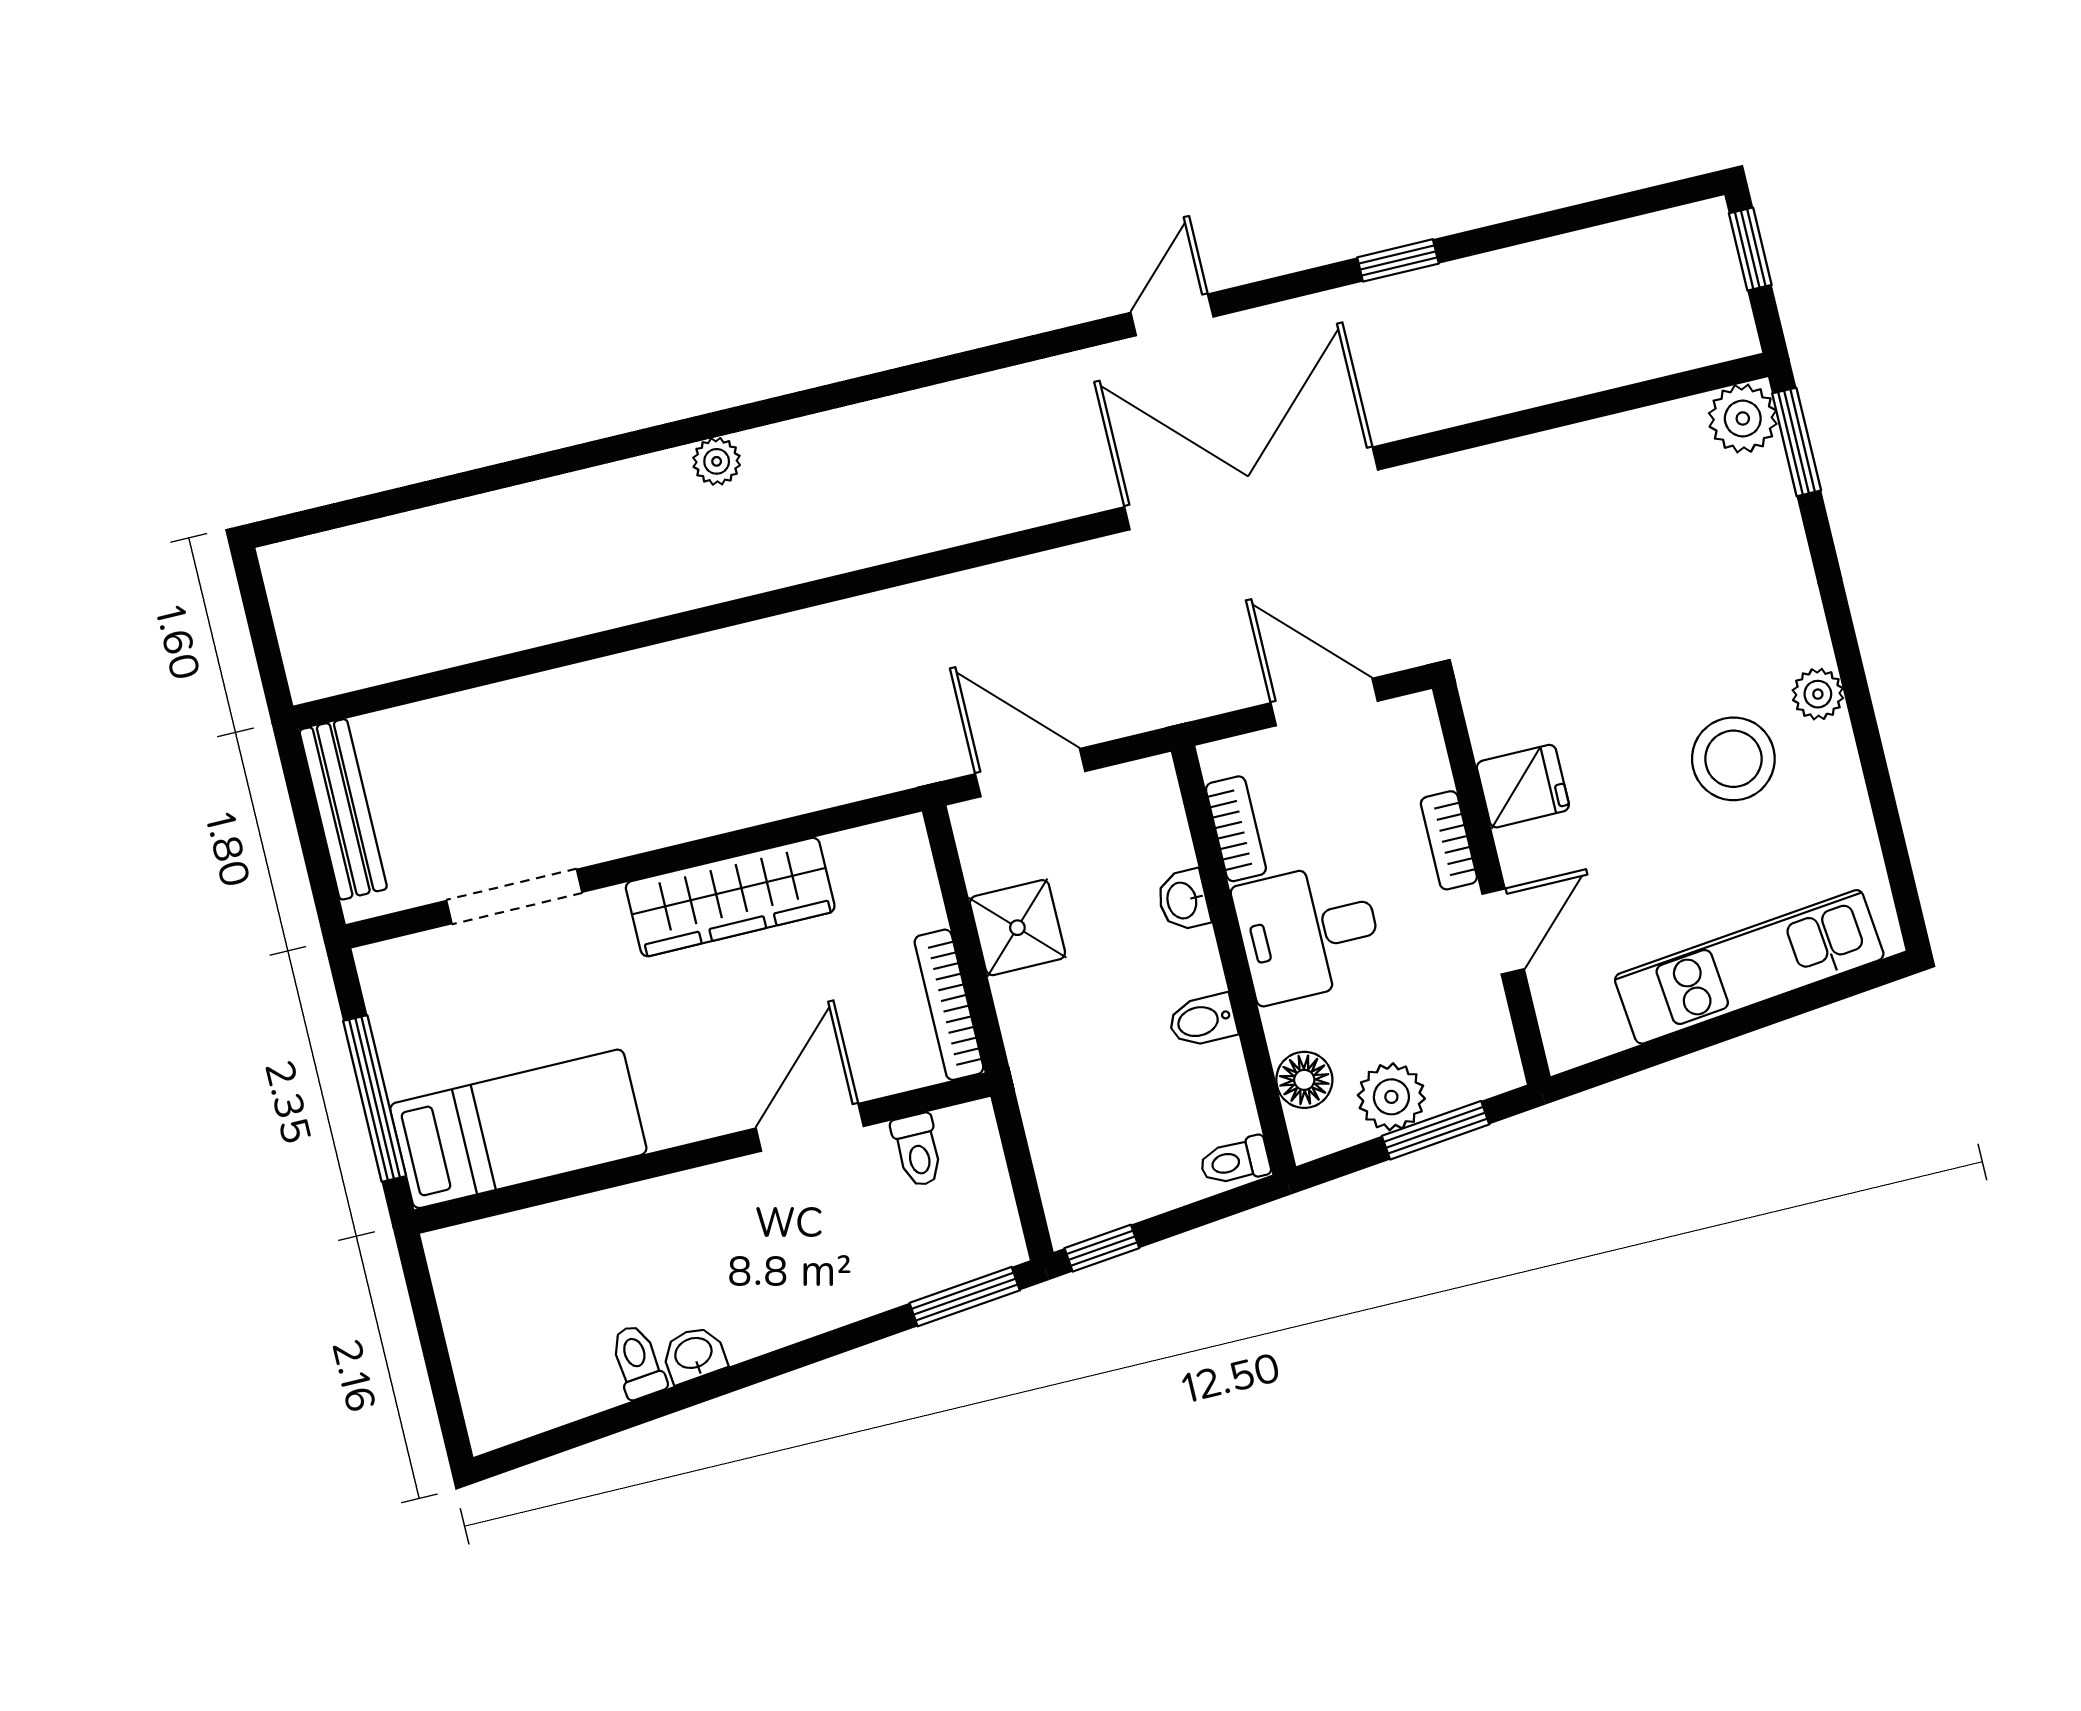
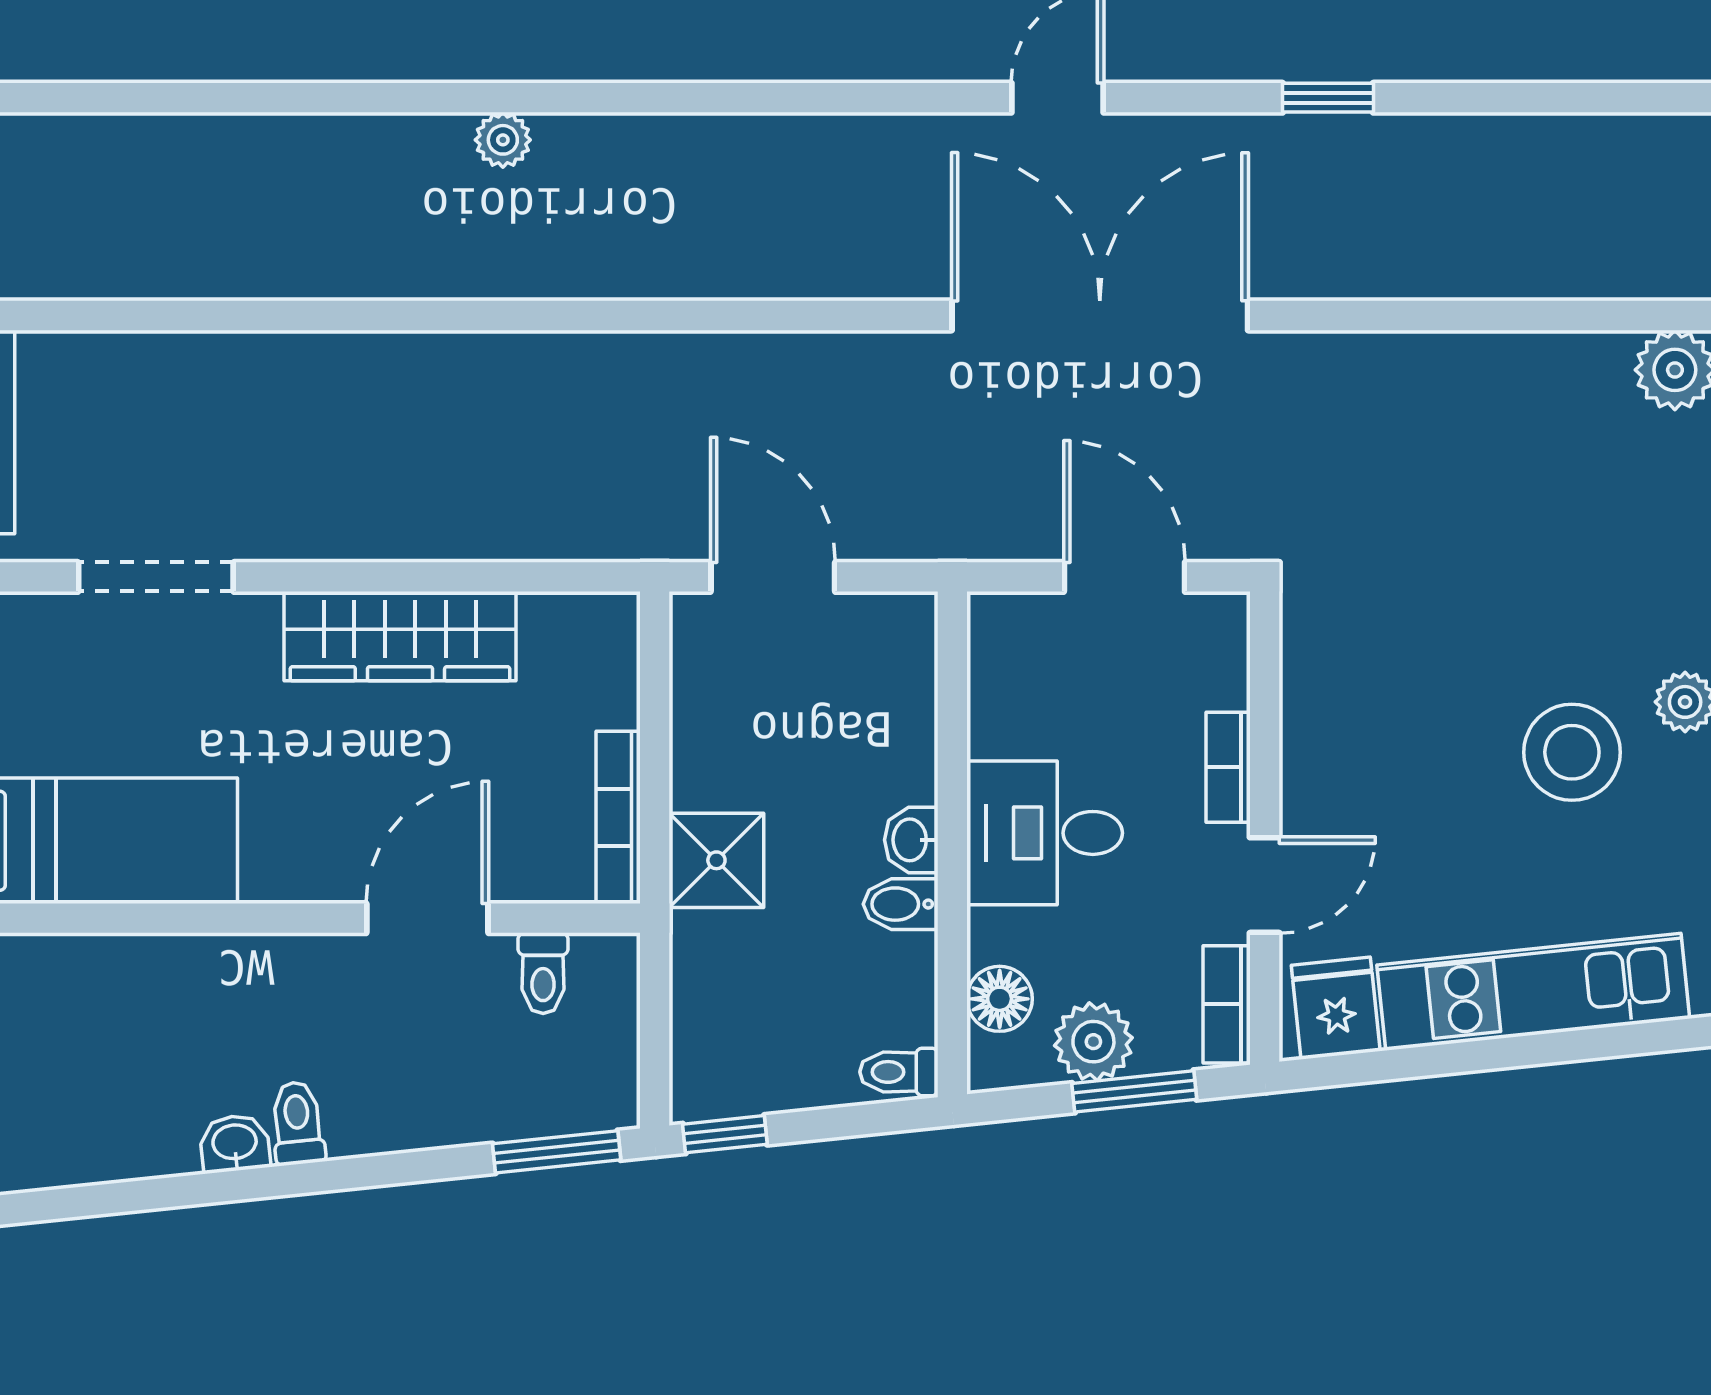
fridge: (1523, 786) -> (1336, 1008), moved, turned -96
bookcase: (1236, 829) -> (1227, 1004), moved, turned 180
washbasin: (1183, 900) -> (911, 840), moved
shower: (1017, 928) -> (716, 860), moved
toilet: (638, 1362) -> (298, 1123), moved

